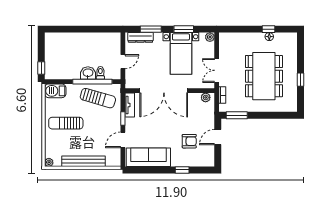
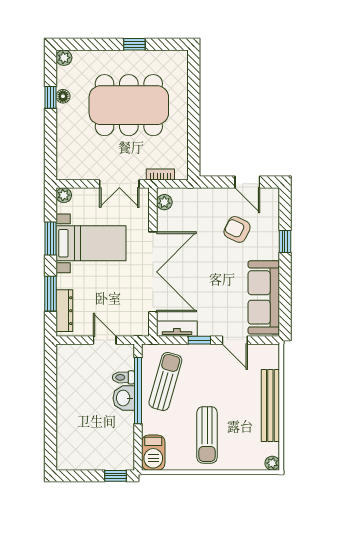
plant: (292, 37) -> (64, 58), added
window: (237, 115) -> (194, 150), removed
door: (218, 137) -> (247, 182), moved
armchair: (189, 141) -> (237, 229), turned -64

